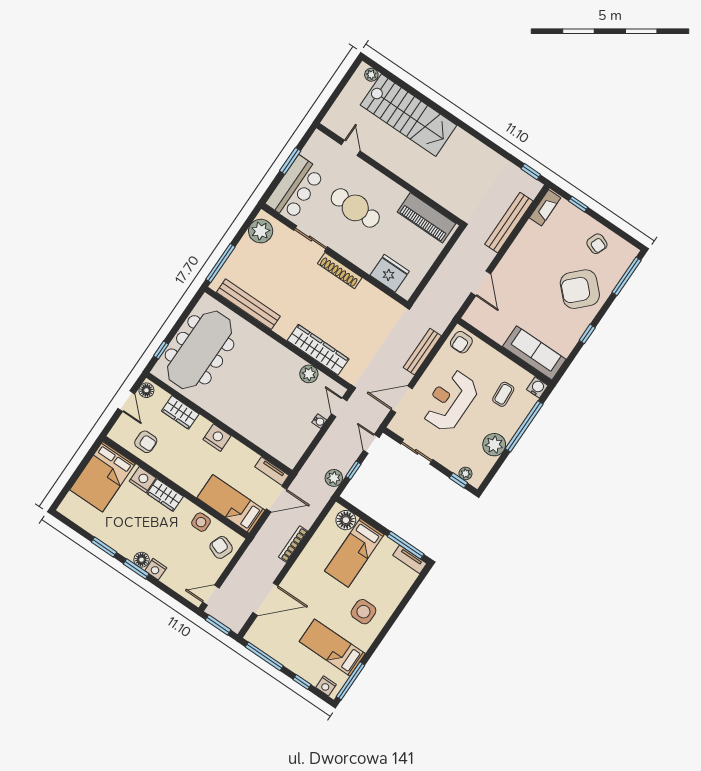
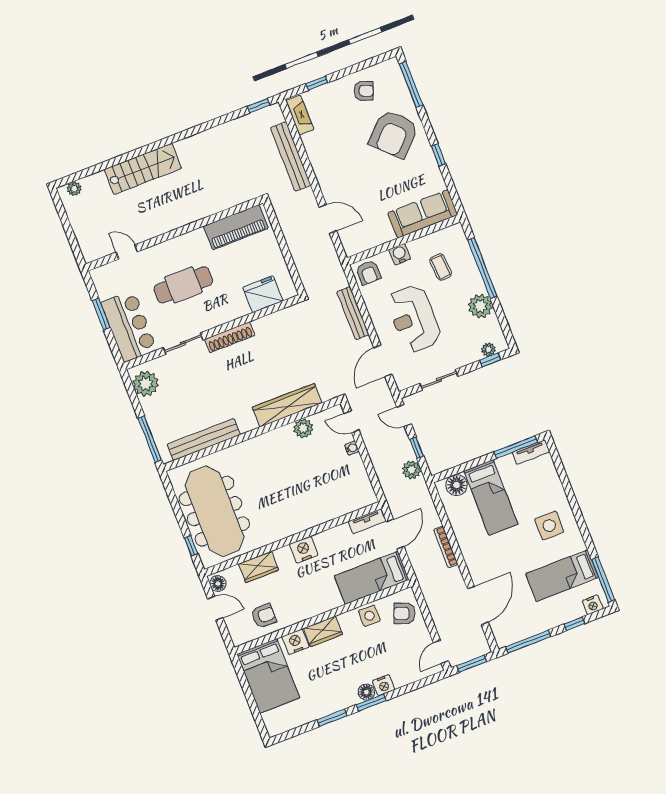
stairs: (409, 115) -> (143, 169), width x0.73, depth x0.66
water cooler: (537, 388) -> (400, 254), moved

